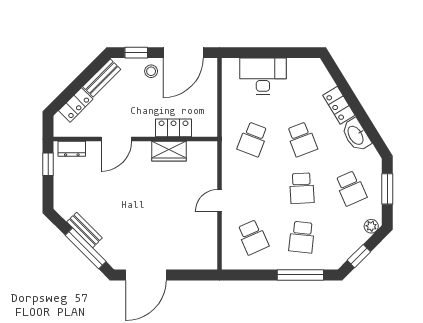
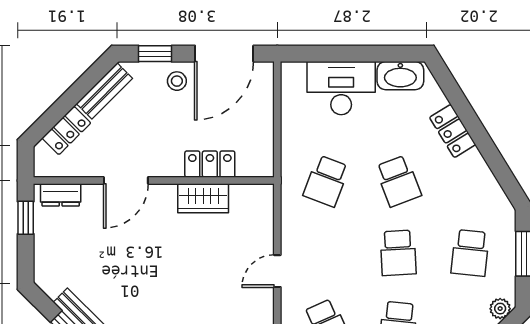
washbasin: (356, 135) -> (400, 76), moved, turned -58
school desk: (351, 188) -> (470, 253), turned 30

